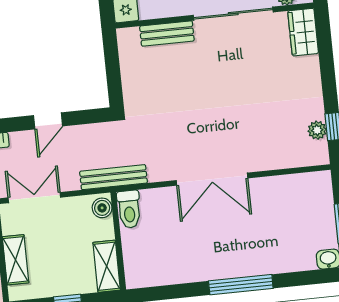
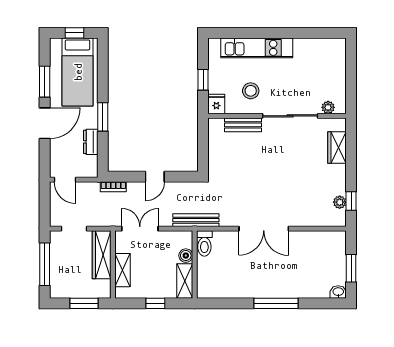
wardrobe: (303, 32) -> (337, 148), moved
boiler: (102, 208) -> (186, 256), moved

